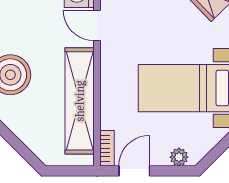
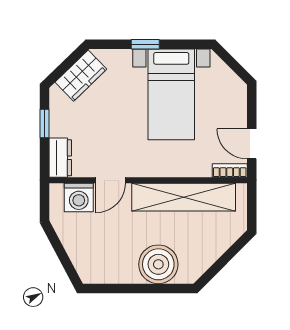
plant: (179, 157) -> (238, 101), removed

